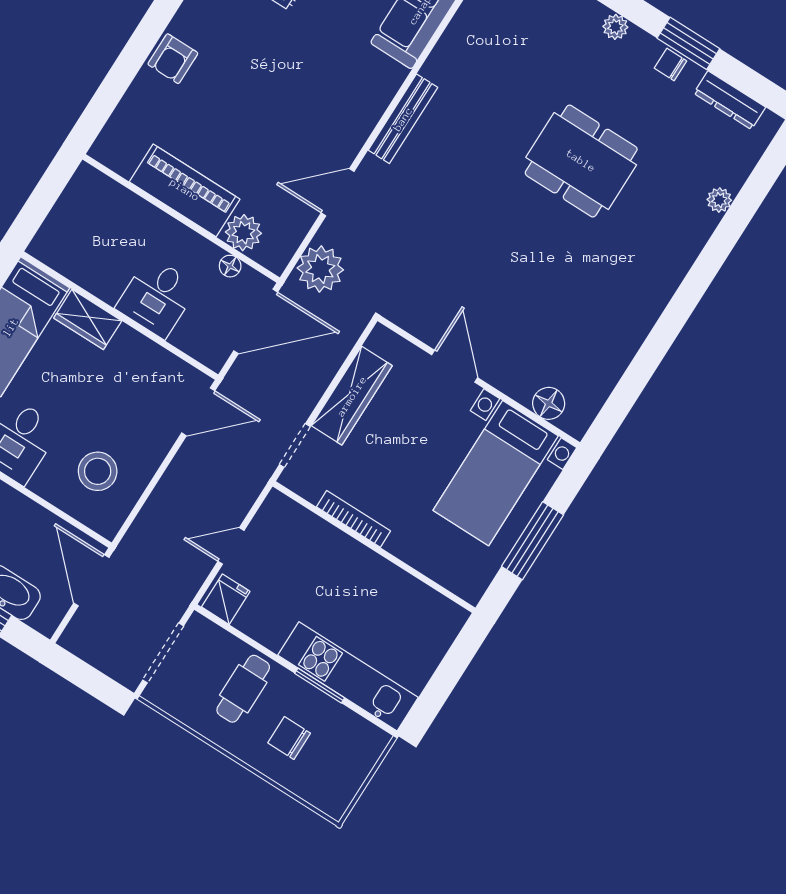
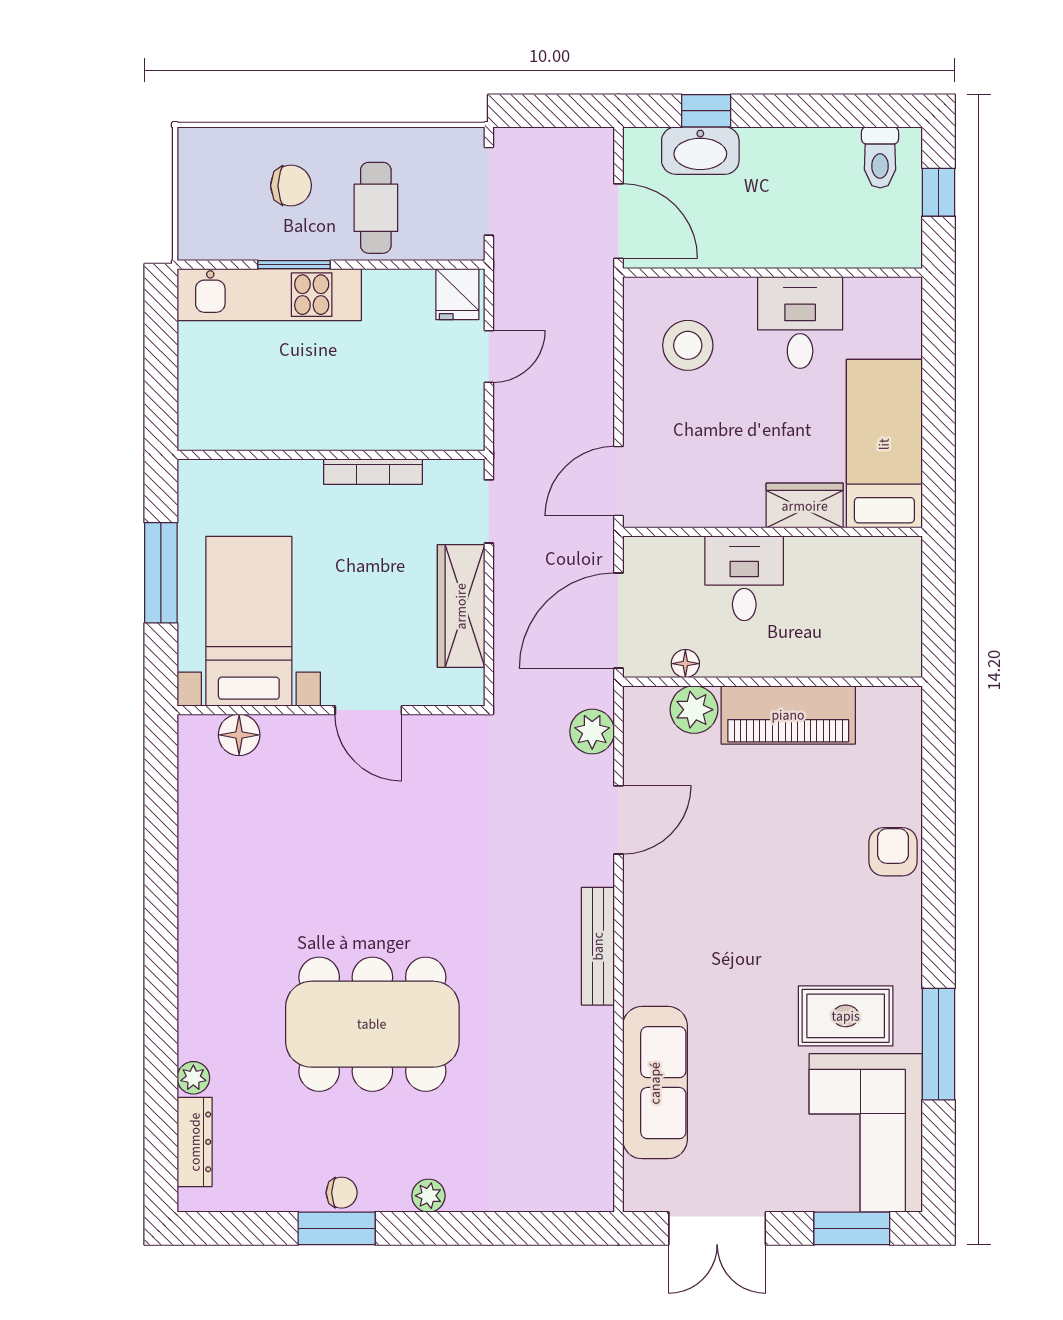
dresser: (730, 100) -> (195, 1142), moved, turned 90
dining table: (581, 161) -> (372, 1024), width x1.36, depth x1.24
plant: (320, 269) -> (592, 732), width x0.73, depth x0.73

